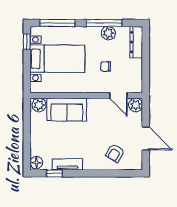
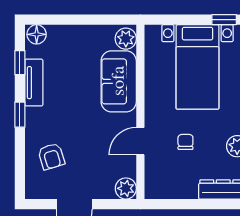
door: (118, 96) -> (140, 141), moved
armchair: (115, 153) -> (51, 156), turned -137
window: (88, 173) -> (20, 115), added

